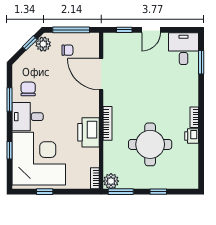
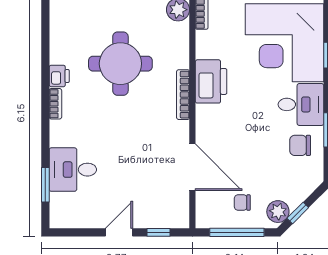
desk: (184, 49) -> (73, 170), moved, turned 90
chair: (28, 89) -> (300, 145), turned 90

